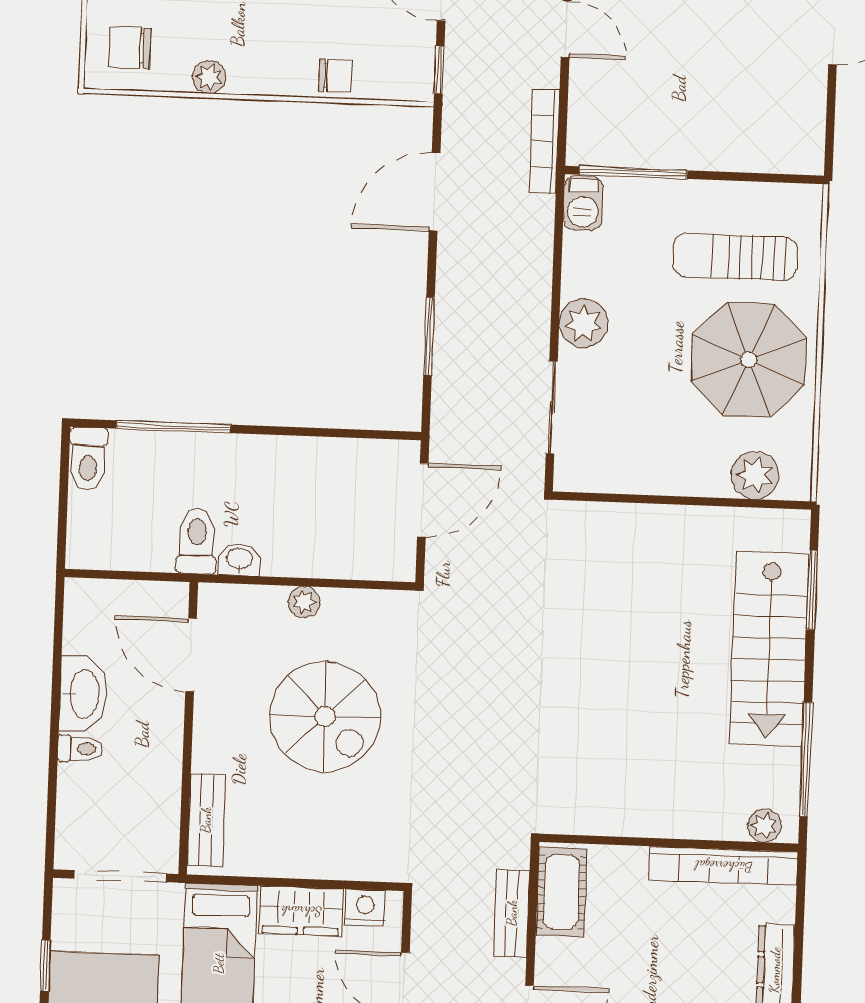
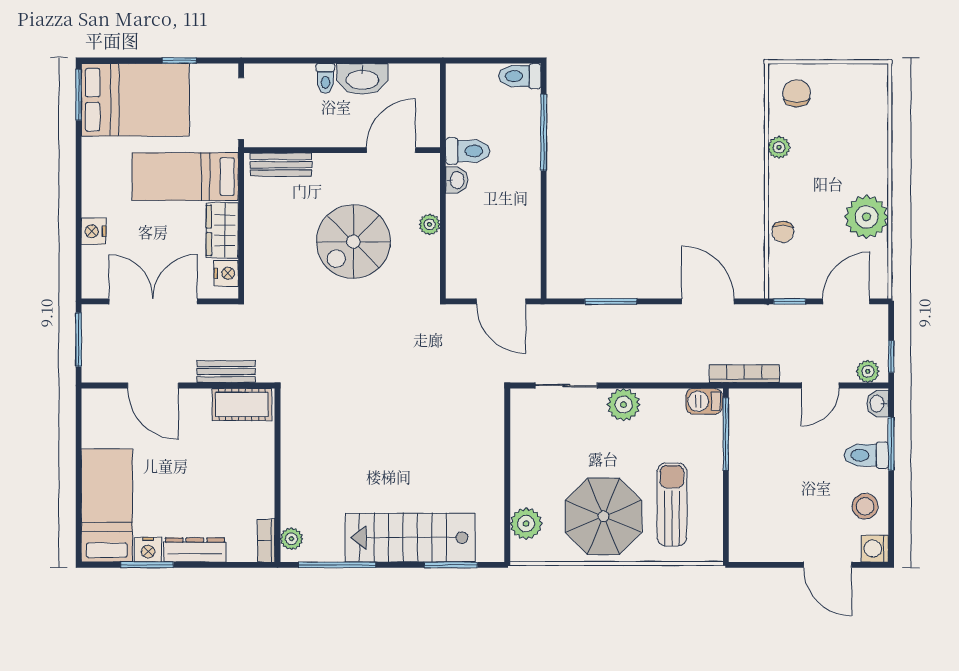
bookcase: (724, 866) -> (266, 541), width x0.43, depth x0.76

